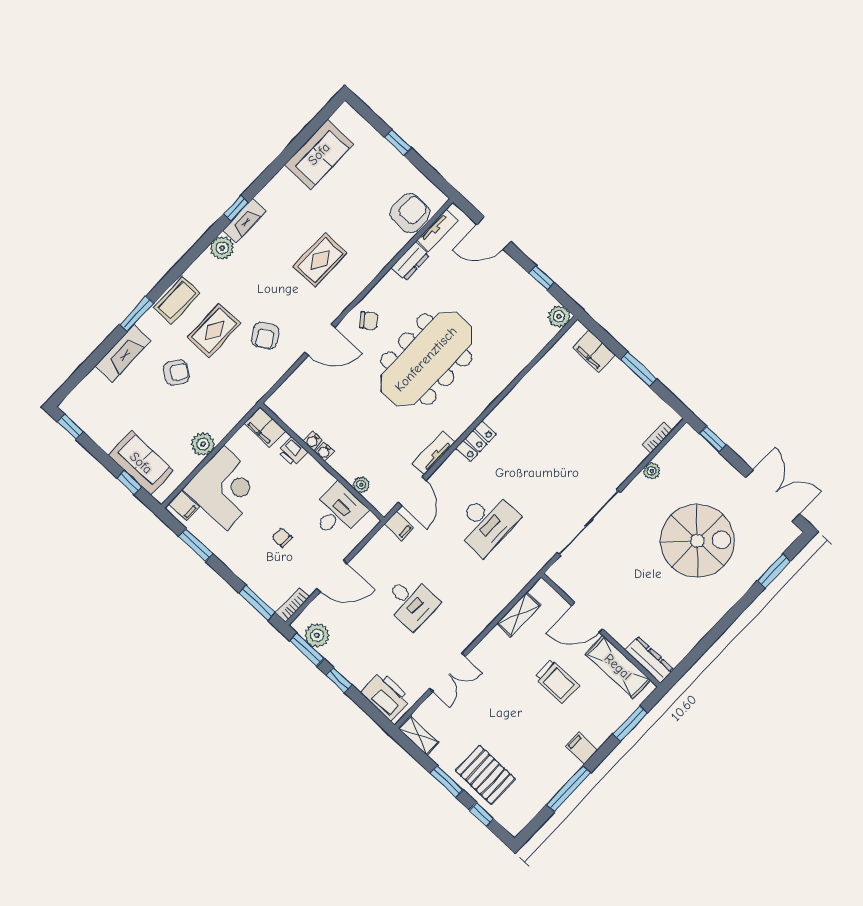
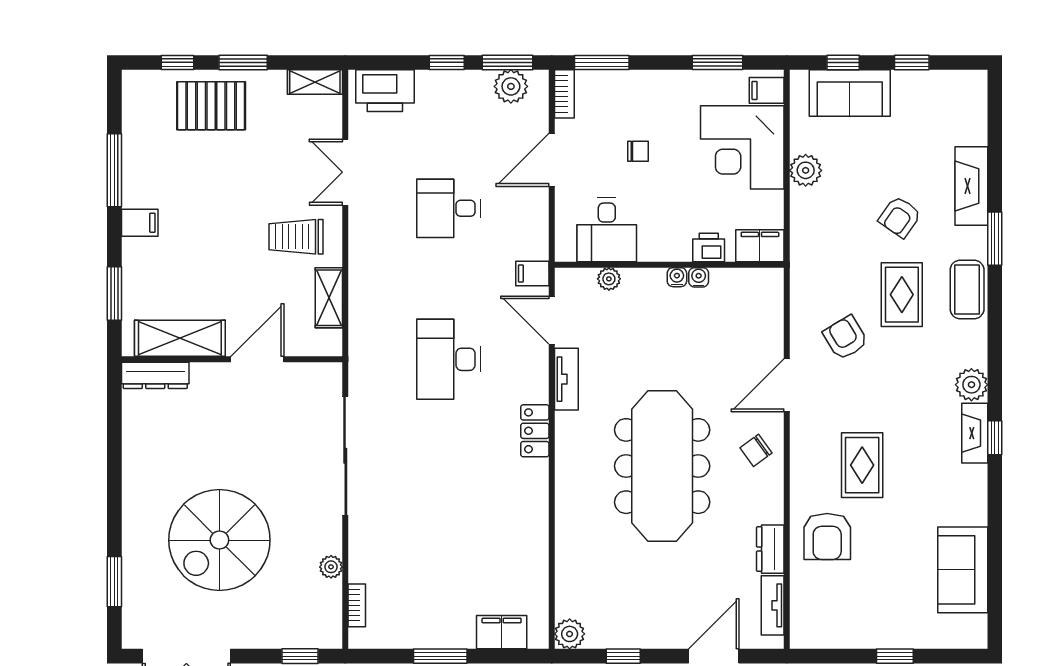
armchair: (410, 213) -> (827, 536), moved
window: (70, 427) -> (912, 62), moved
trolley: (557, 681) -> (296, 237), moved

